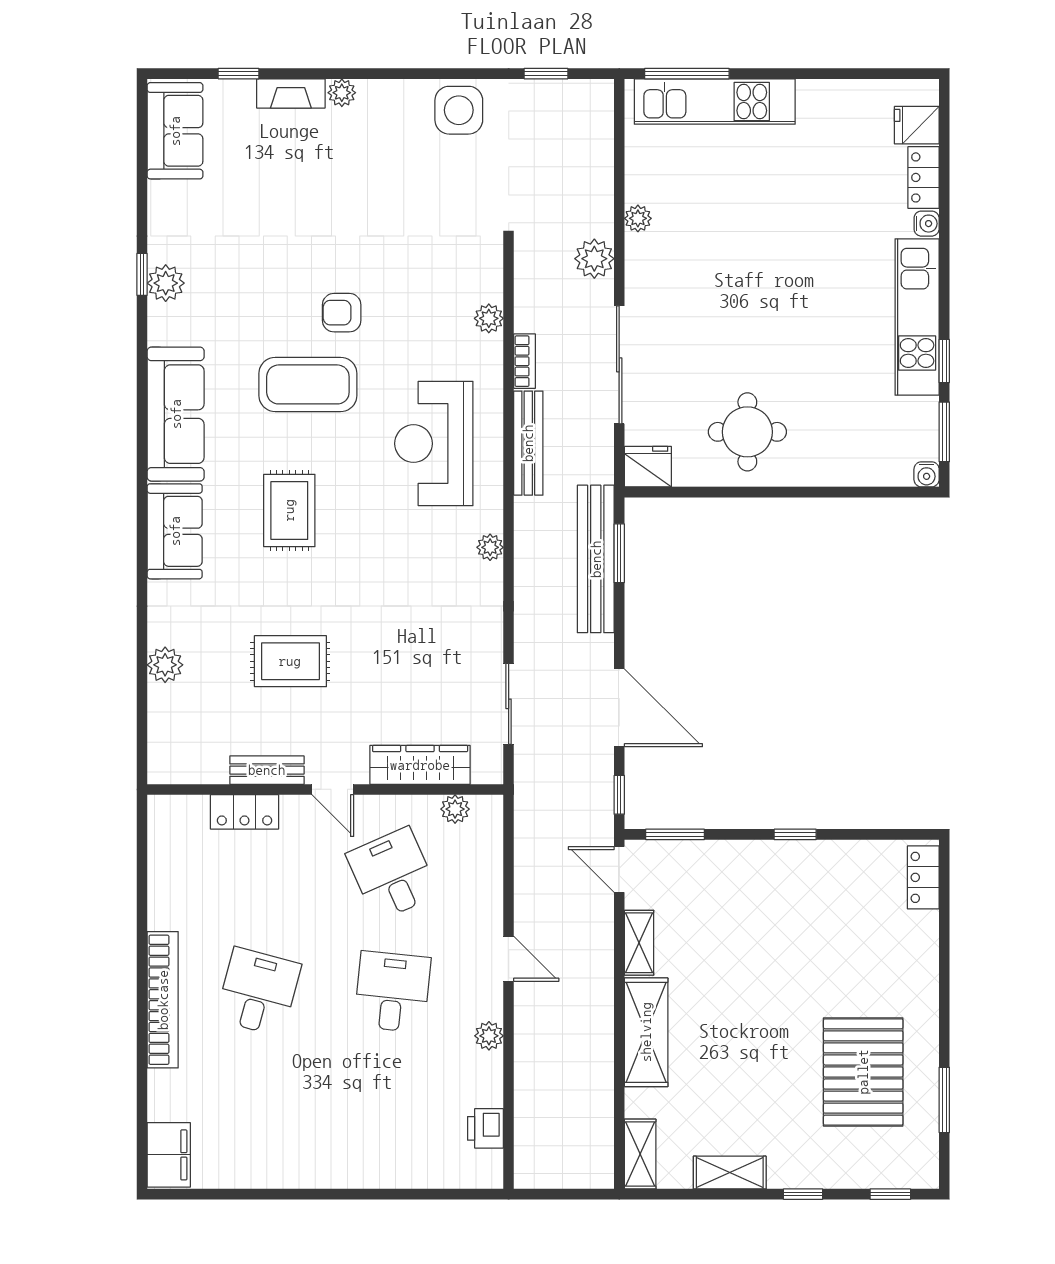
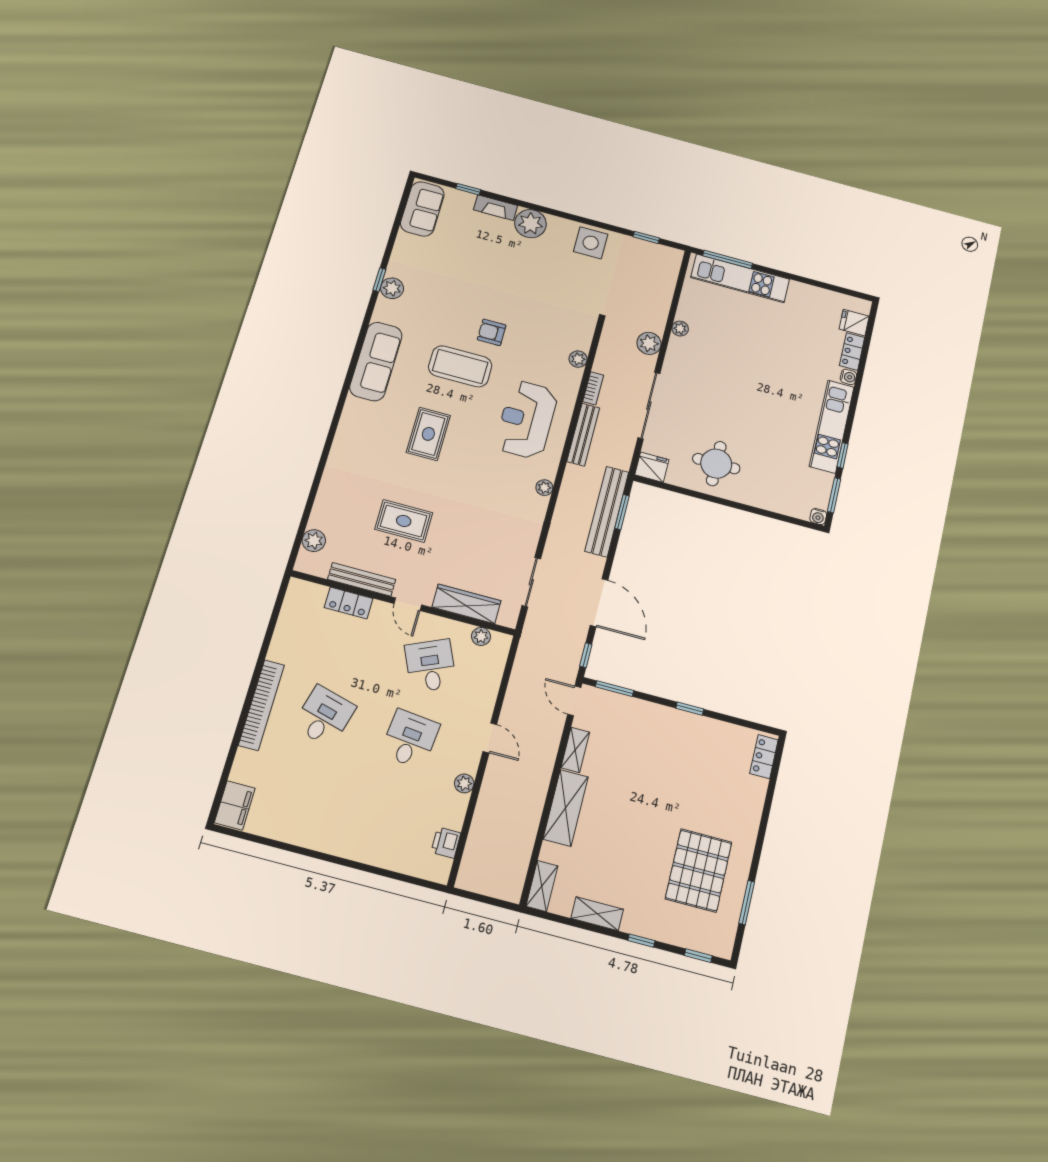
plant: (342, 93) -> (531, 224), width x1.87, depth x1.87
sofa: (175, 531) -> (355, 427), removed
plant: (165, 665) -> (314, 541), moved
bench: (267, 770) -> (362, 579), width x1.36

